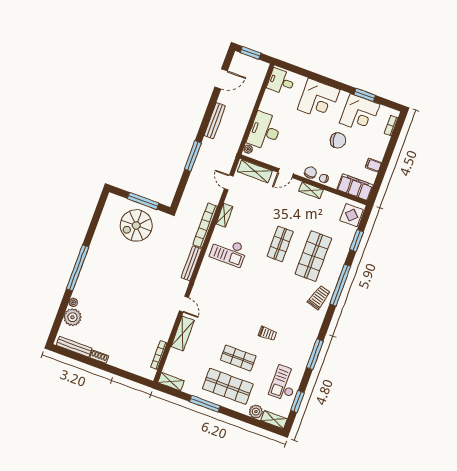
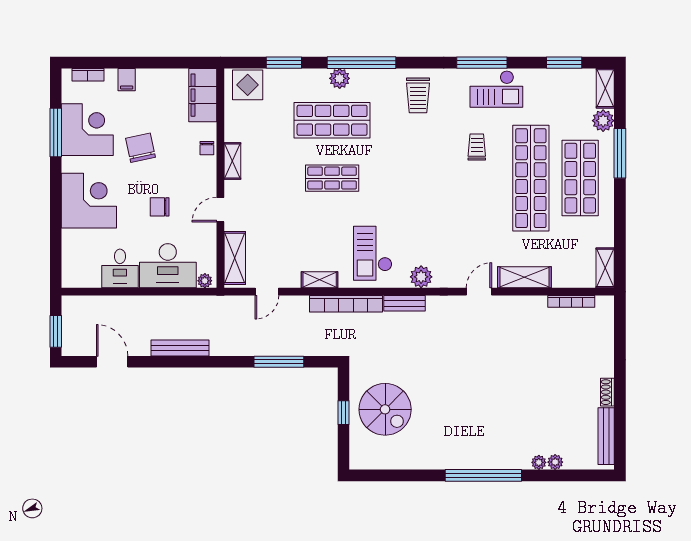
desk: (281, 82) -> (120, 268), moved
window: (365, 95) -> (56, 133), width x1.44
window: (193, 156) -> (279, 362), moved
filing cabinet: (373, 165) -> (127, 80), moved
door: (286, 173) -> (220, 210), swing flipped
chair: (311, 173) -> (160, 207), moved
window: (143, 201) -> (343, 413), width x0.46
checkout: (228, 251) -> (373, 253), turned 180
bench: (191, 263) -> (404, 303), width x0.73
plant: (336, 269) -> (340, 78), added
plant: (205, 274) -> (421, 277), added
trolley: (319, 297) -> (418, 95), moved, turned -106
plant: (72, 317) -> (555, 462), width x0.53, depth x0.53
shop shelf: (238, 358) -> (531, 178), width x2.00, depth x1.36
checkout: (284, 383) -> (496, 89), moved
window: (205, 404) -> (620, 153), moved

